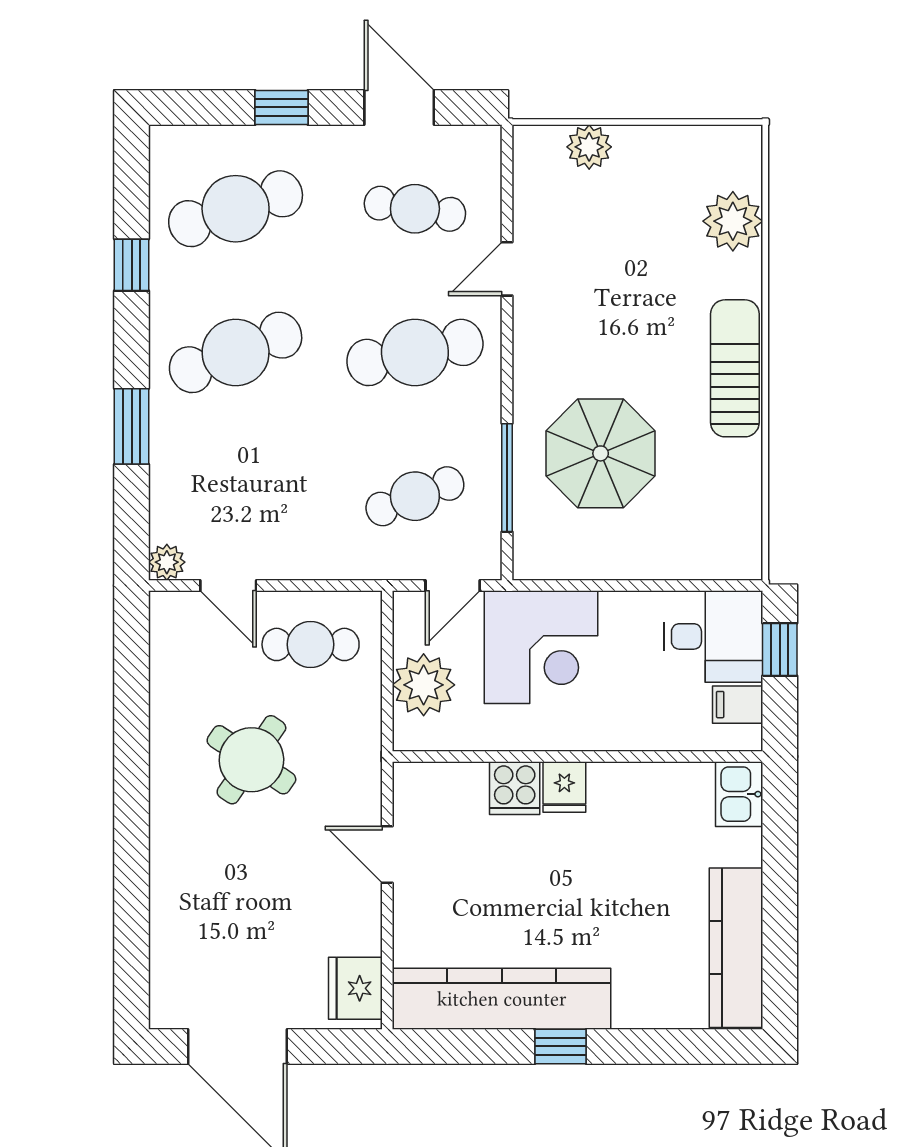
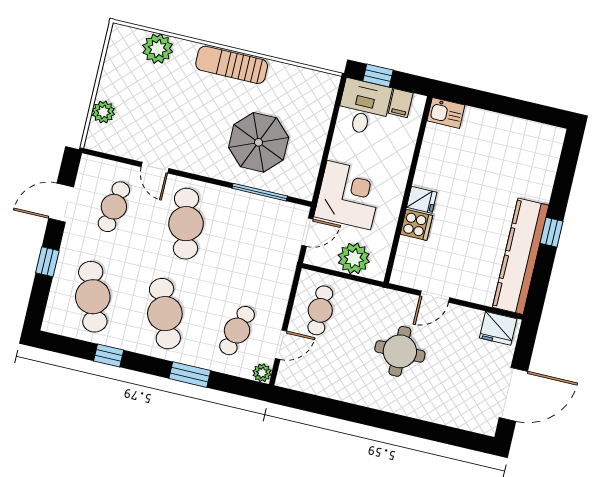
cafe table: (415, 496) -> (237, 331), moved, turned 36
door: (453, 585) -> (307, 232), hinge flipped
round table: (251, 760) -> (400, 351), moved, turned -34
kitchen counter: (736, 948) -> (523, 133), removed

